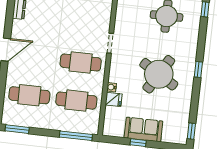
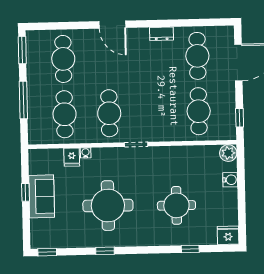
window: (198, 69) -> (105, 251), moved
round table: (159, 74) -> (108, 206), turned -31
window: (76, 136) -> (23, 100), moved

